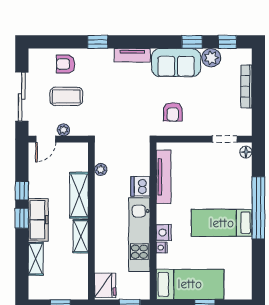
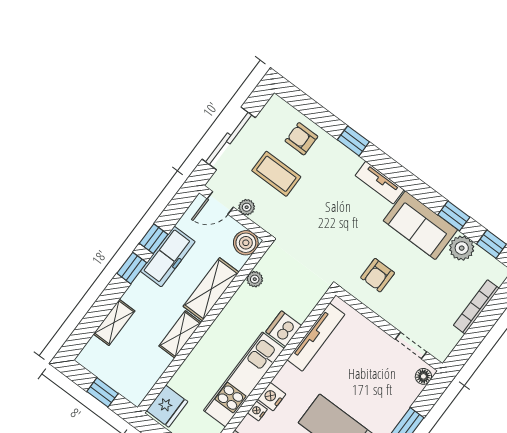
boiler: (79, 152) -> (246, 243), added
freezer: (38, 220) -> (168, 256), moved

